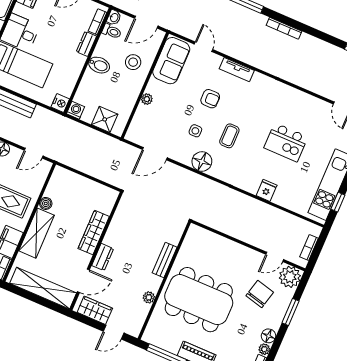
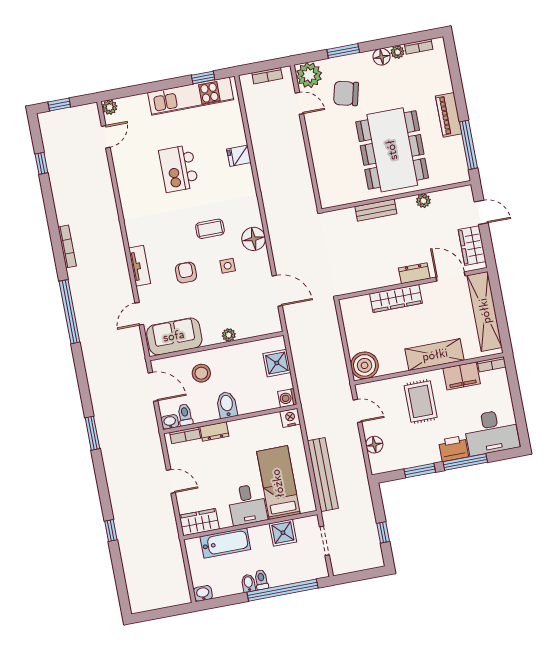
kitchen island: (286, 142) -> (179, 169), turned 180
boiler: (46, 203) -> (365, 365), moved, width x1.86, depth x1.86

